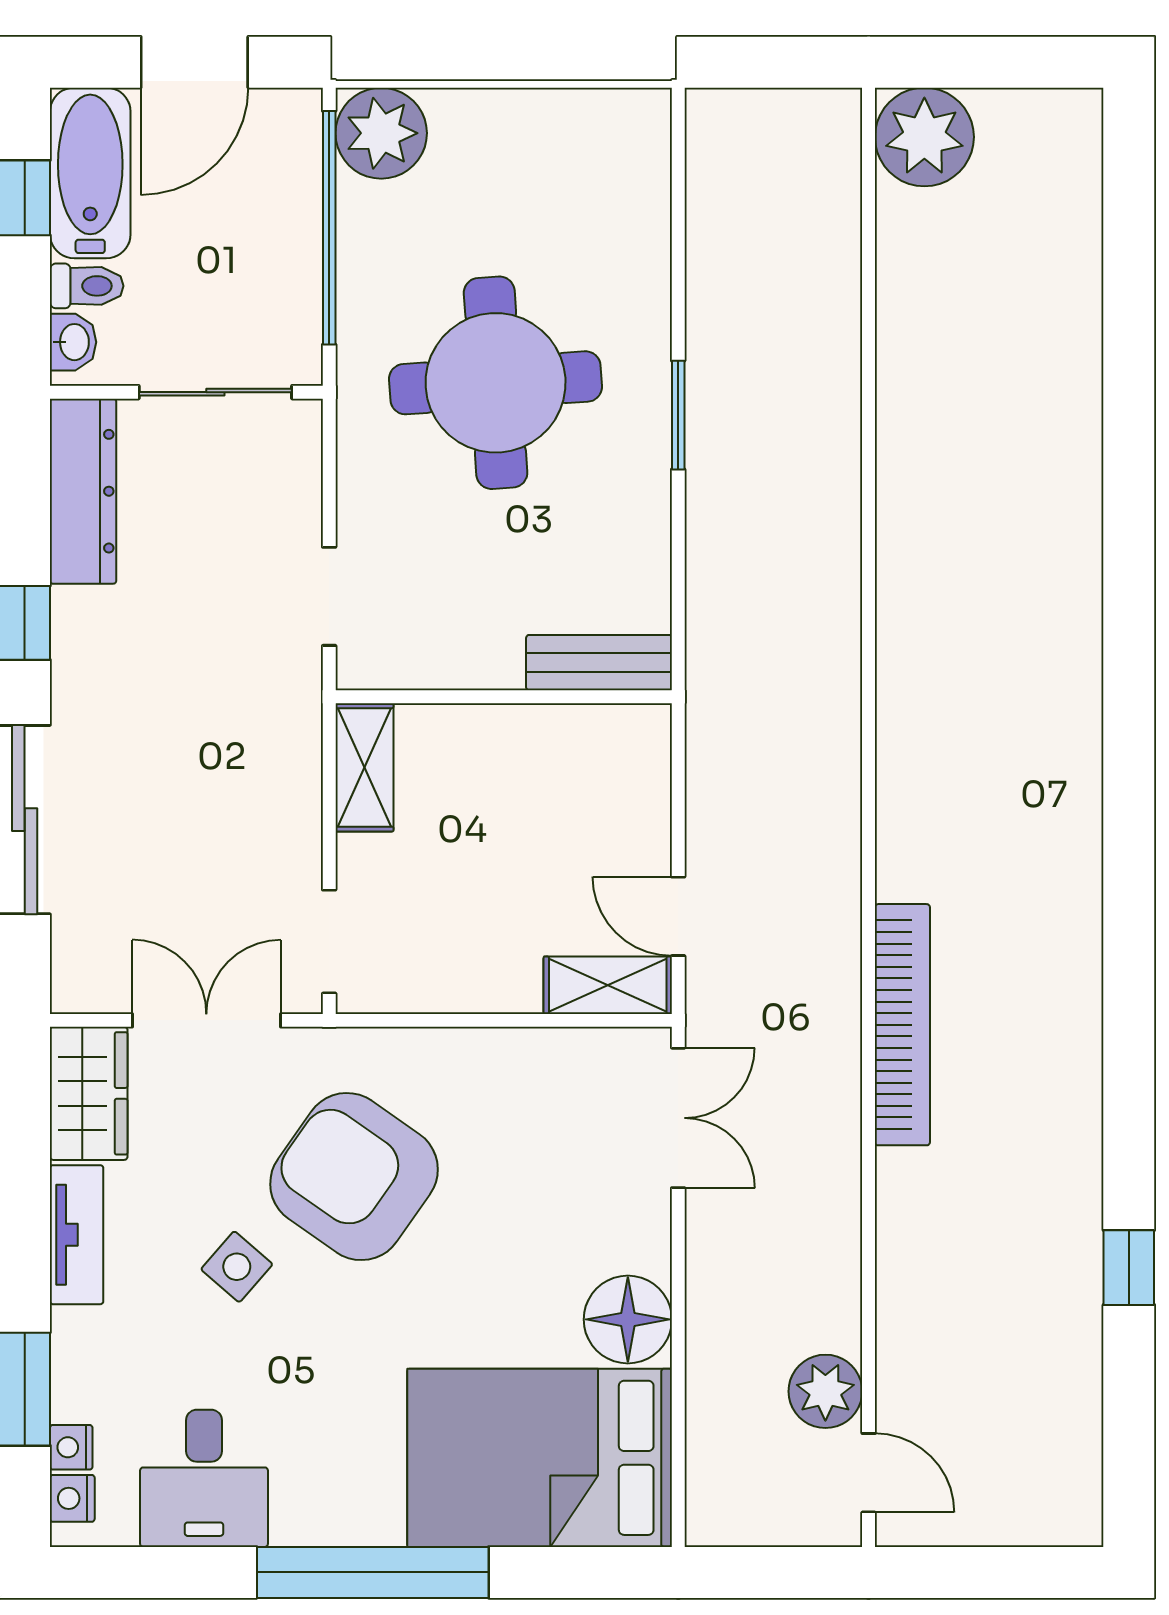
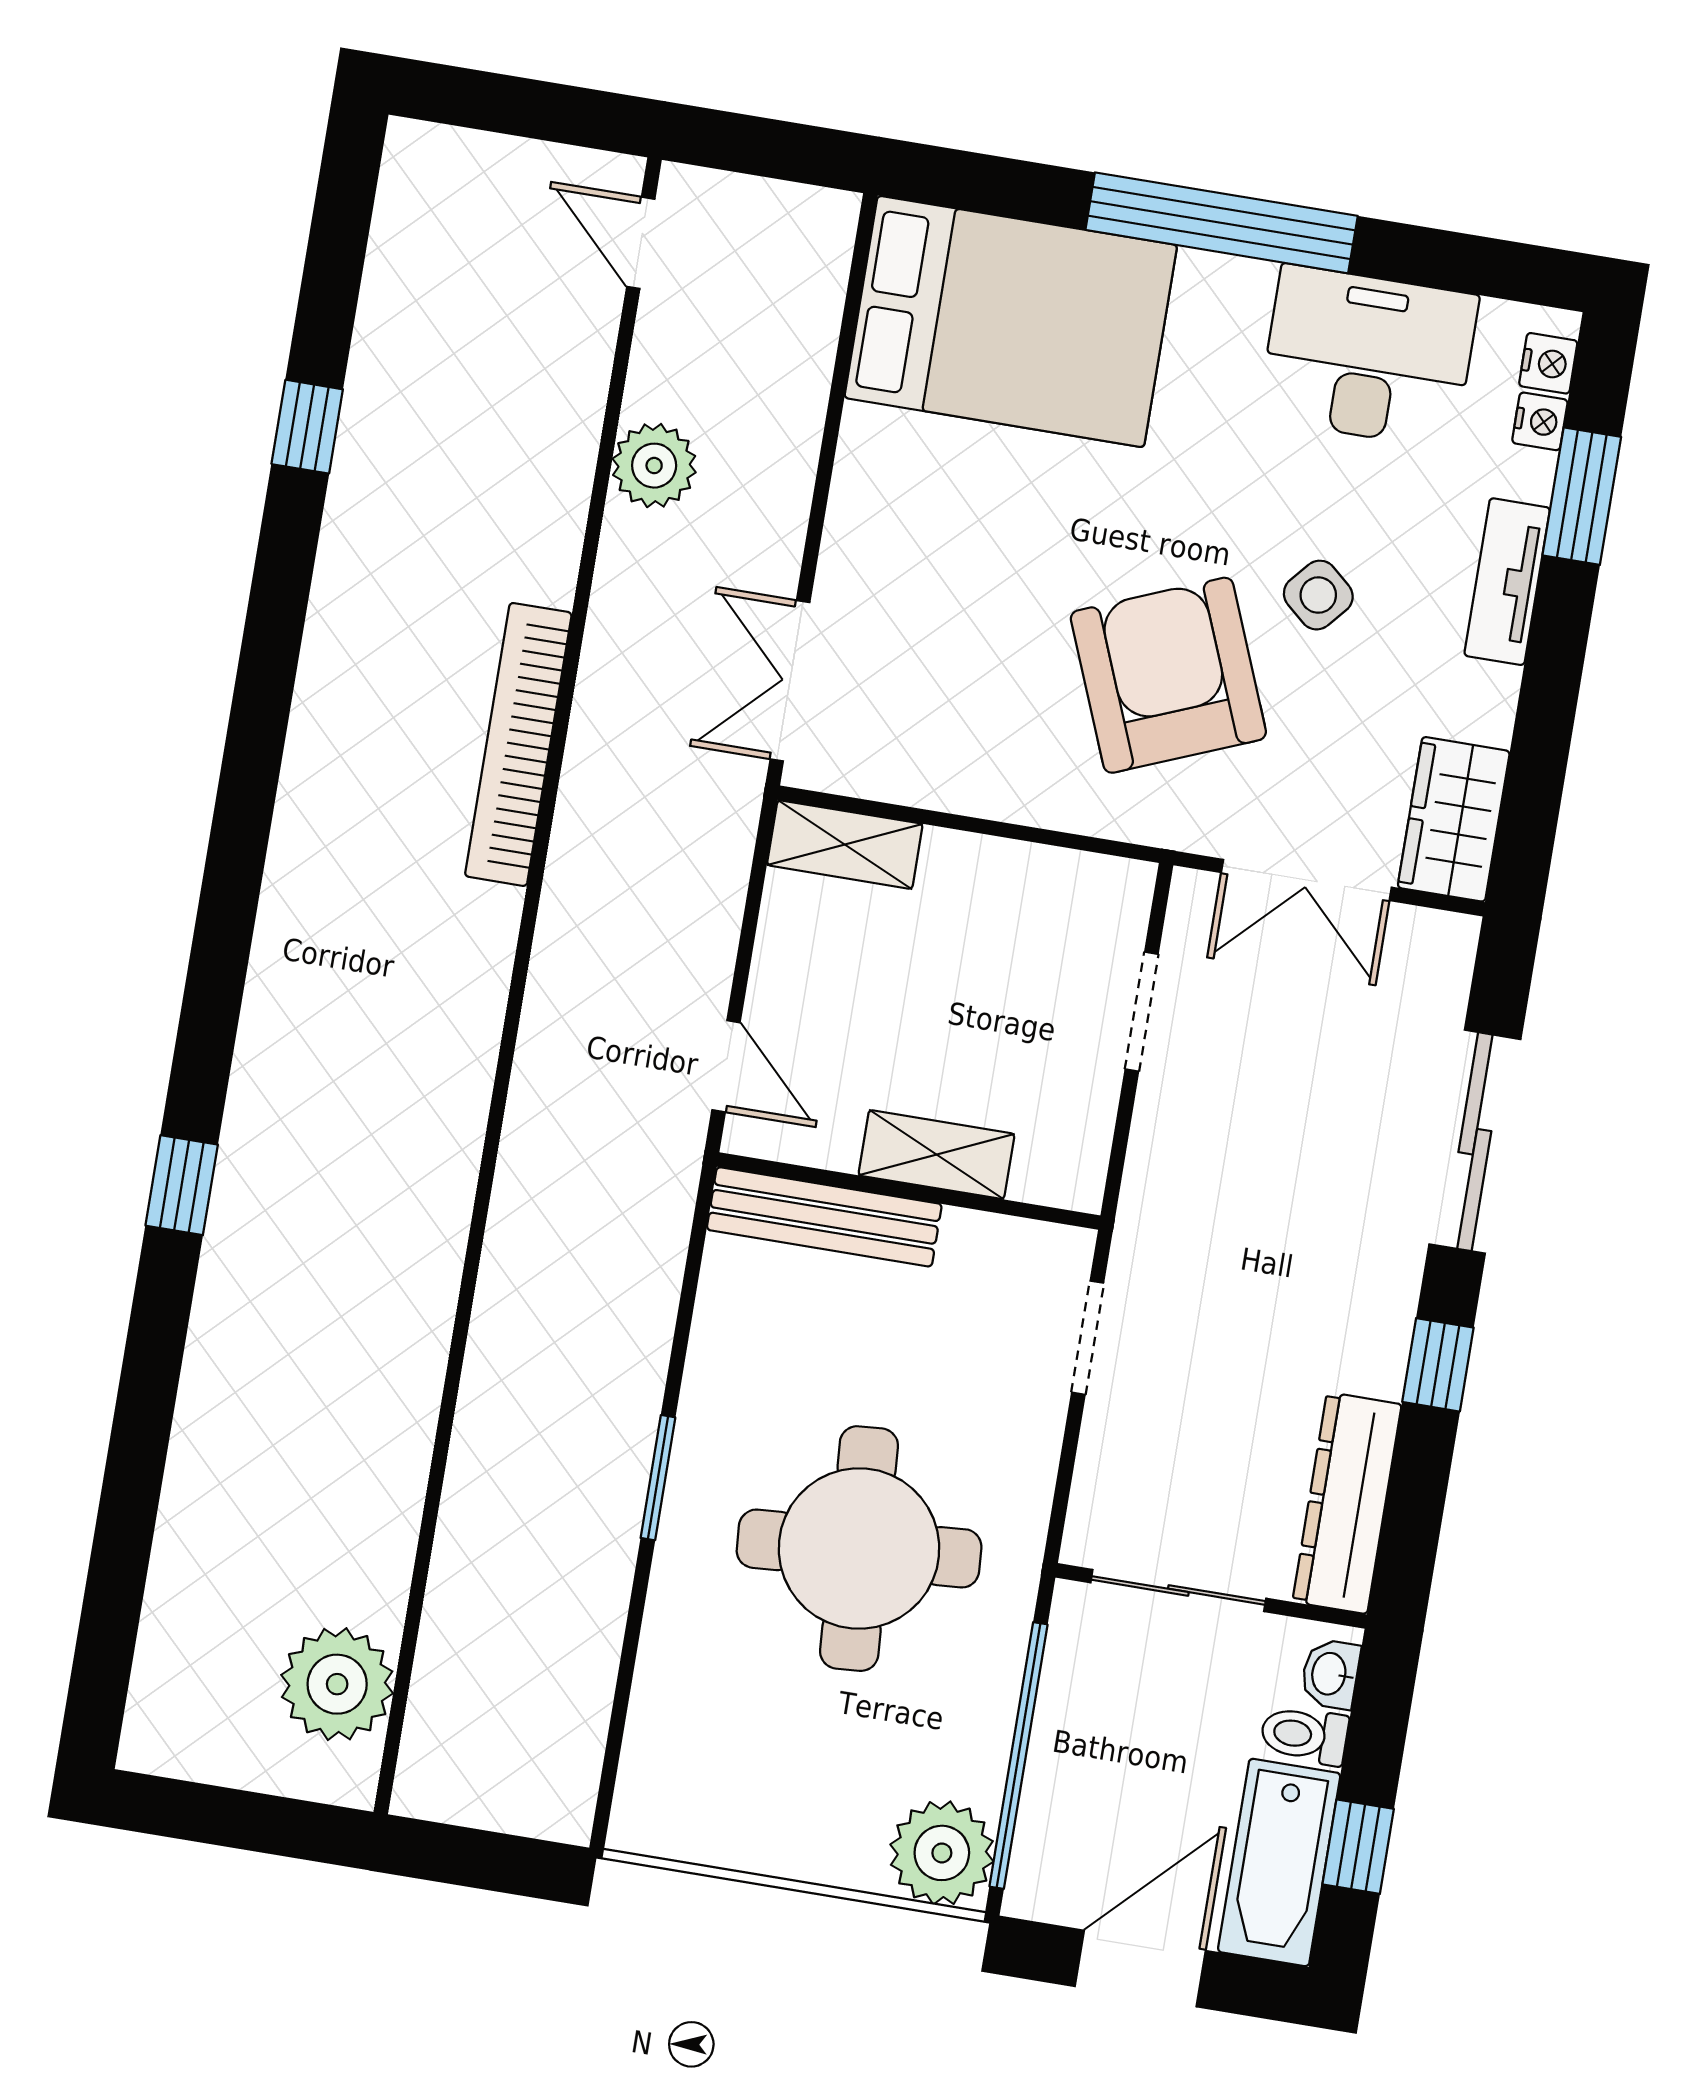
plant: (924, 137) -> (337, 1684), moved
window: (1129, 598) -> (182, 1185), added
bench: (599, 663) -> (824, 1217), width x1.36
shelving: (364, 767) -> (936, 1155), moved, turned 90
door: (678, 916) -> (726, 1066), moved
doorway: (329, 942) -> (1142, 1012), moved
armchair: (354, 1177) -> (1168, 675), turned -147
tv unit: (77, 1235) -> (1507, 582), moved
floor lamp: (628, 1319) -> (885, 462), removed
plant: (825, 1391) -> (654, 466), moved
desk: (204, 1478) -> (1368, 357), width x1.37

